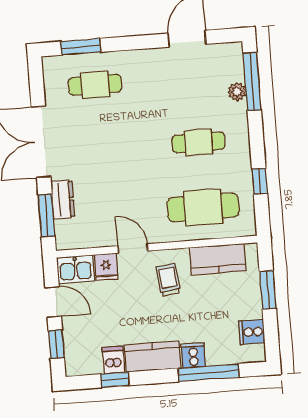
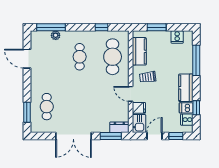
dresser: (63, 200) -> (119, 127), moved
door: (133, 248) -> (131, 94), hinge flipped
cooker: (193, 355) -> (187, 120), moved

